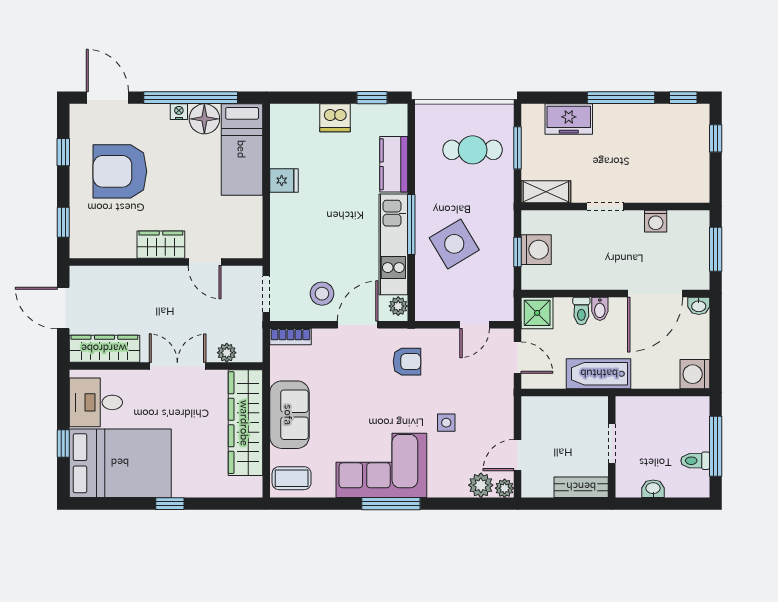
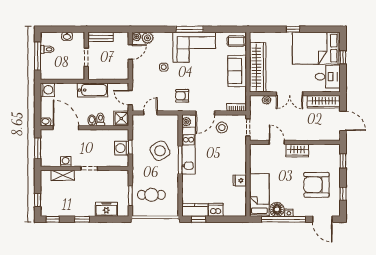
window: (621, 98) -> (82, 219), width x0.46
kitchen counter: (394, 164) -> (195, 210), moved, turned -90
armchair: (120, 171) -> (316, 185), turned 180
shelving: (546, 192) -> (63, 175), moved
door: (655, 293) -> (66, 128), hinge flipped

